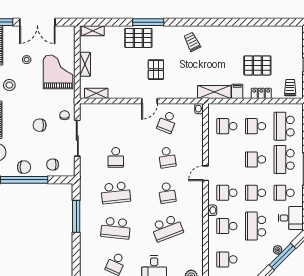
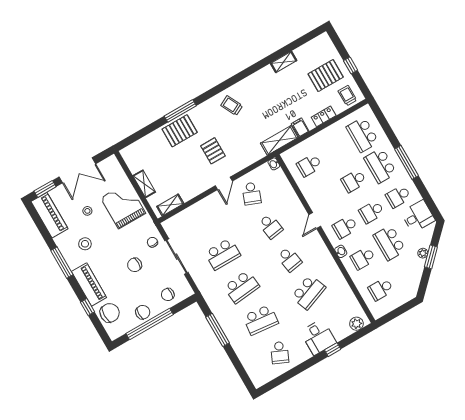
shelving: (93, 31) -> (284, 62), moved
pallet: (257, 65) -> (326, 76), moved
school desk: (256, 126) -> (336, 150), removed
school desk: (116, 157) -> (223, 254), width x1.85
window: (282, 257) -> (431, 257), width x0.69

